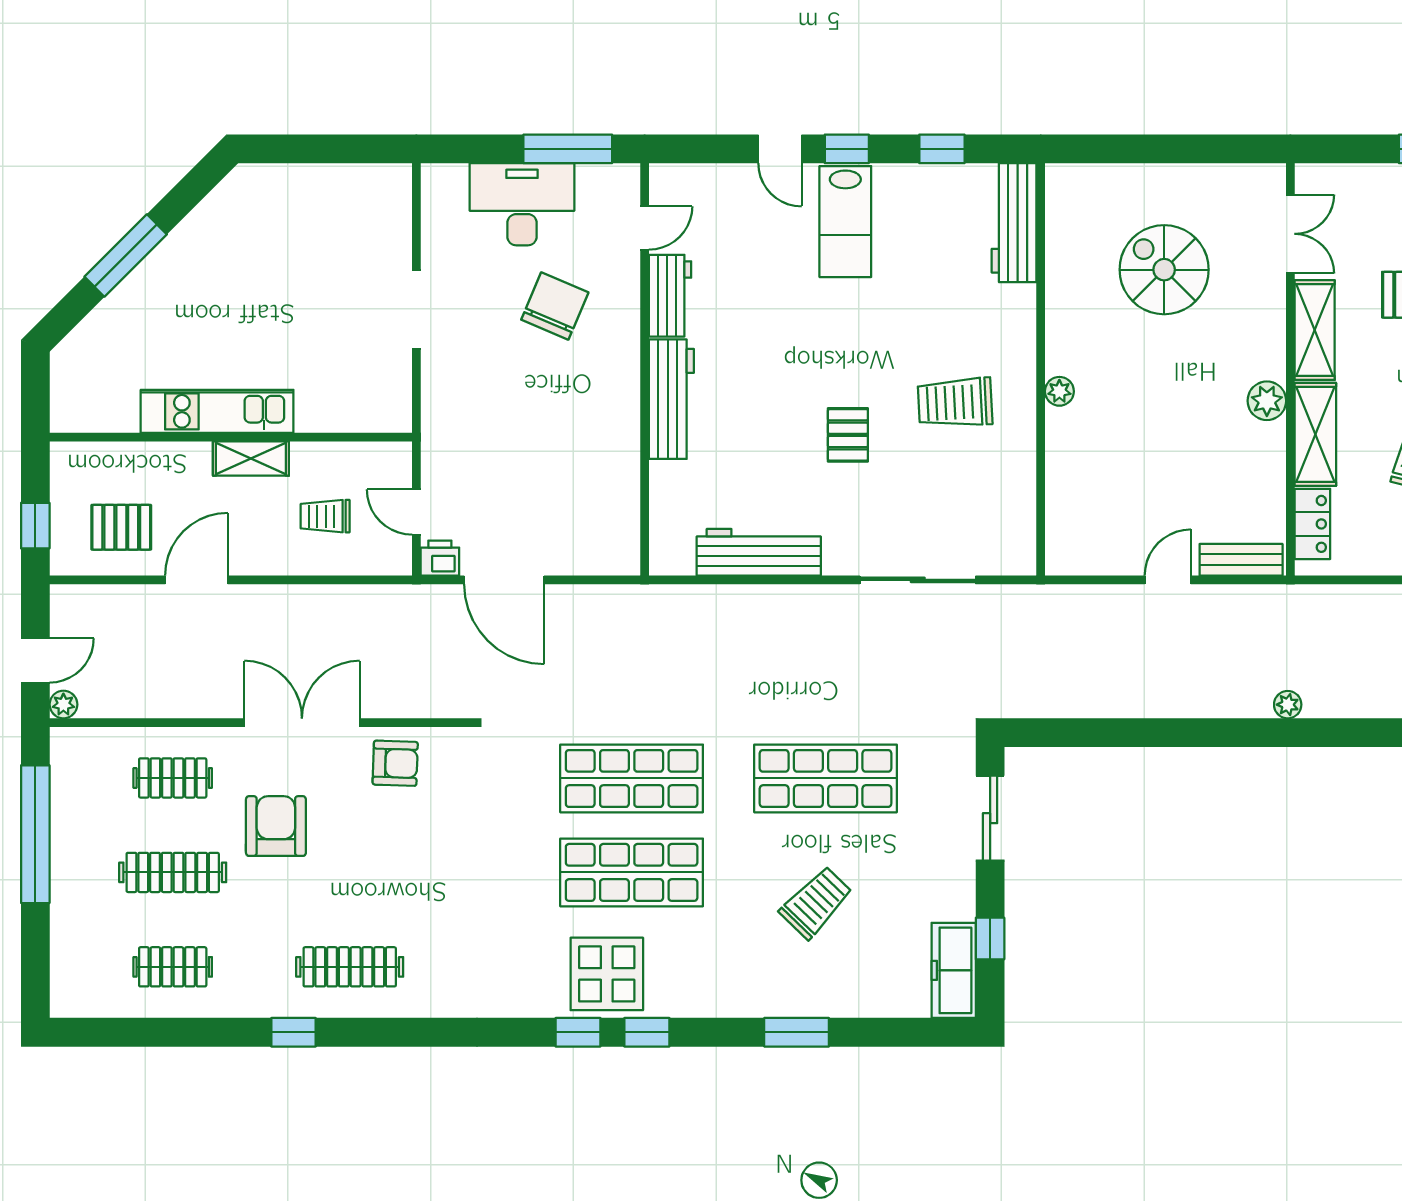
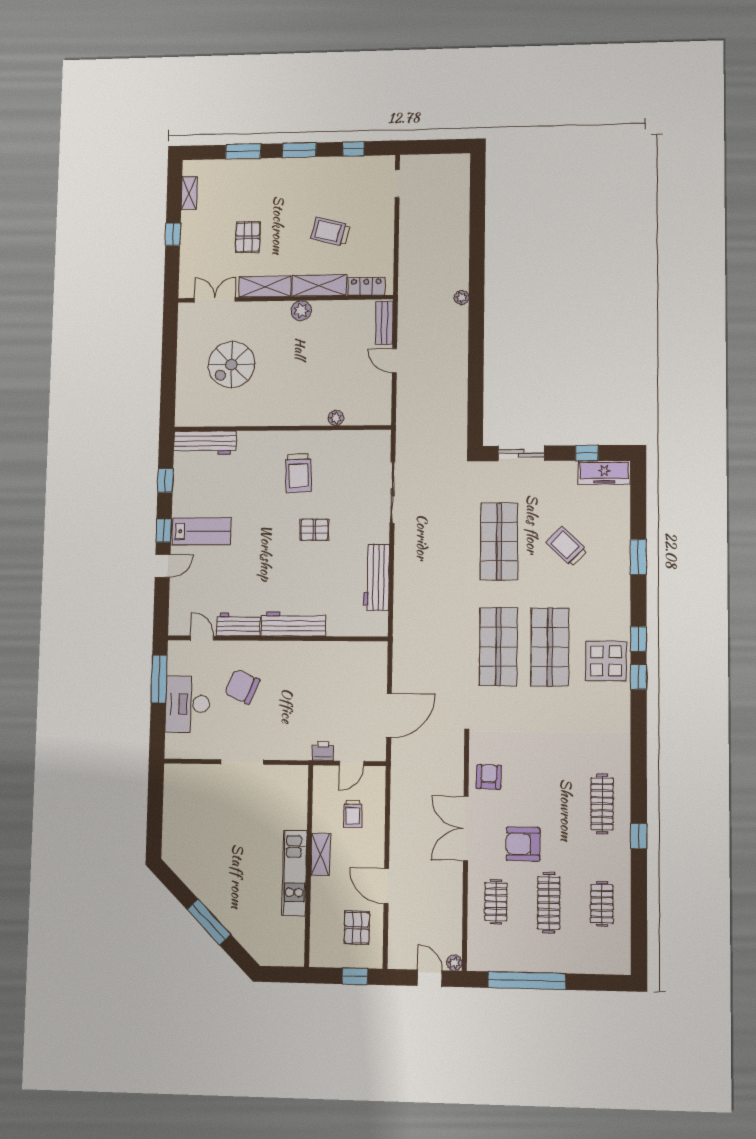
plant: (1059, 391) -> (336, 418), moved
printer: (440, 558) -> (323, 751), moved, turned 90

